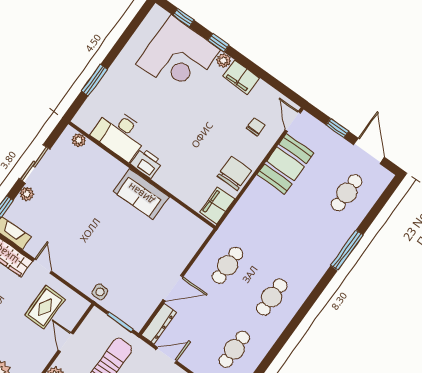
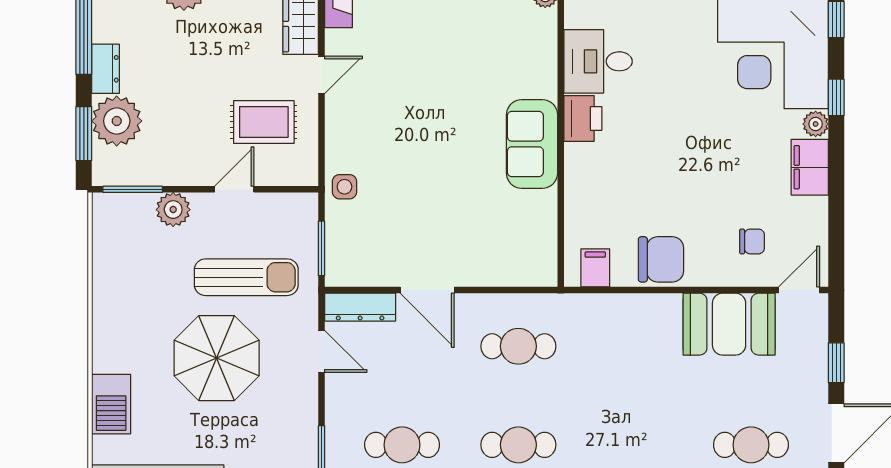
desk: (120, 134) -> (598, 61), width x0.73
filing cabinet: (217, 206) -> (595, 268), width x0.50

